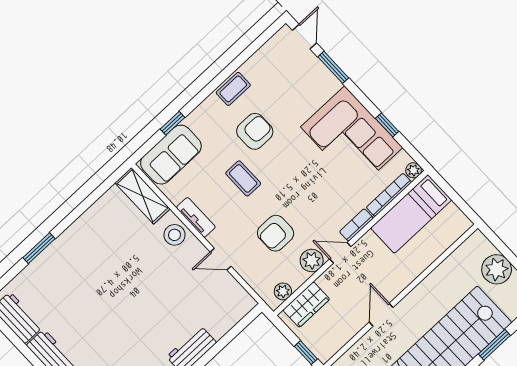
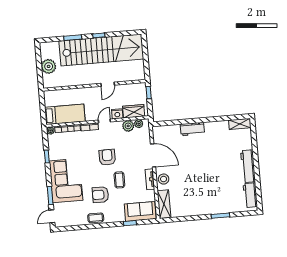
corner sofa: (352, 137) -> (66, 181), moved
armchair: (276, 233) -> (107, 157), moved, turned -90
door: (340, 253) -> (104, 121), swing flipped
door: (221, 259) -> (153, 155), width x1.88
plant: (312, 261) -> (128, 126), moved
nightstand: (329, 280) -> (117, 114), added

